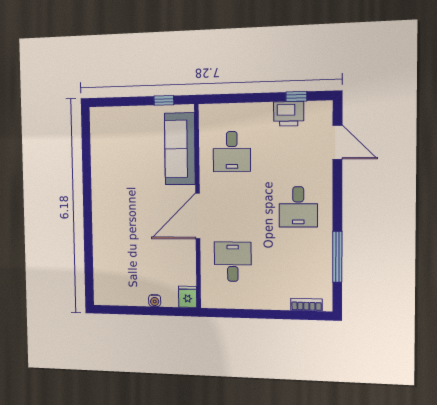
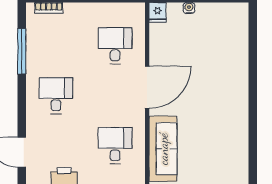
desk: (233, 262) -> (115, 46), turned 180

